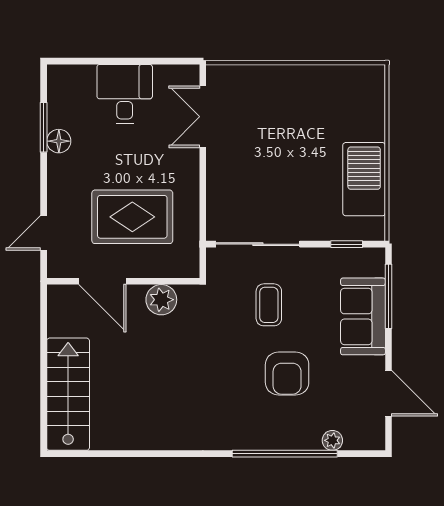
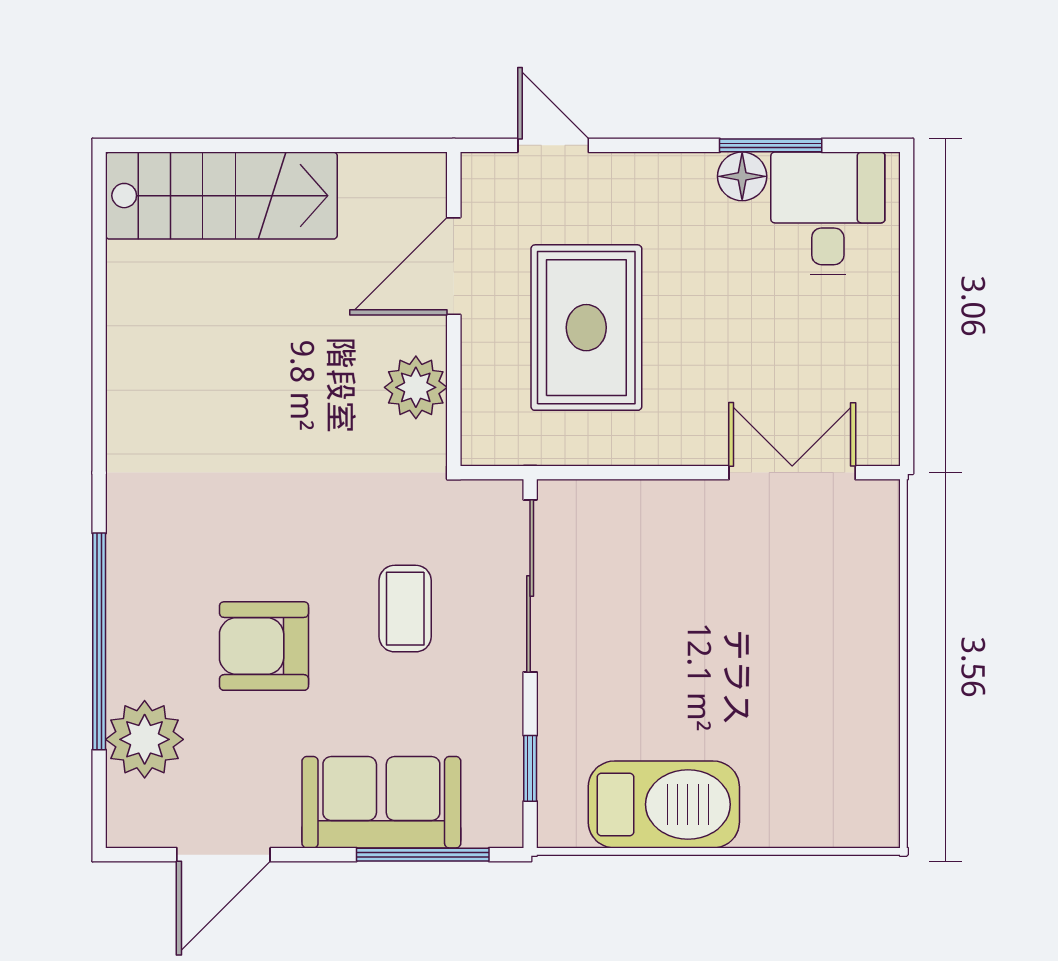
desk: (125, 94) -> (828, 213), moved, turned -90
coffee table: (269, 305) -> (405, 609), turned 90
plant: (332, 440) -> (145, 739), width x1.88, depth x1.88

